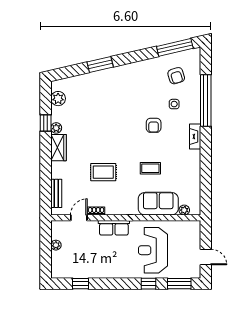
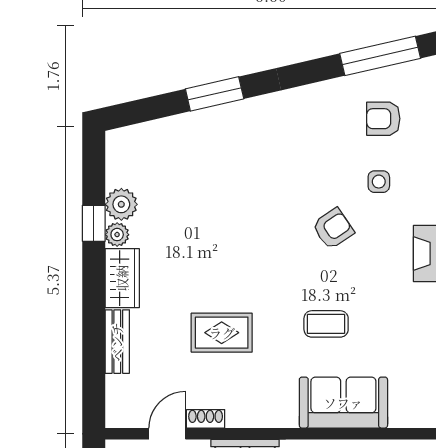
armchair: (176, 76) -> (383, 119), turned 107
plant: (58, 99) -> (121, 204), moved
armchair: (154, 125) -> (333, 229), turned -124
bench: (56, 193) -> (117, 342), moved
plant: (184, 210) -> (401, 417), removed

